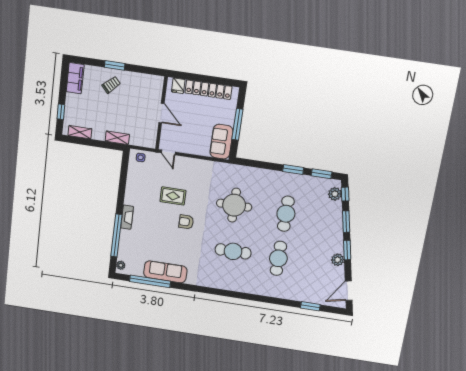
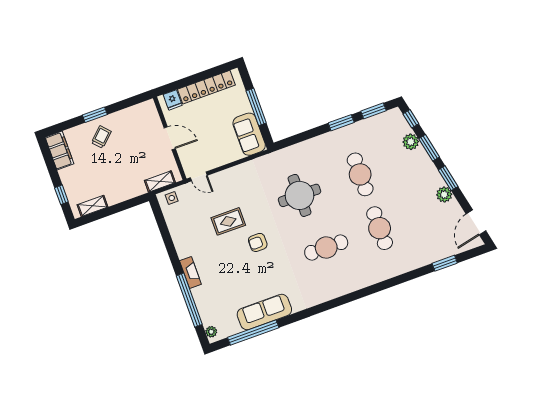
shelving: (117, 138) -> (160, 181), moved
plant: (335, 194) -> (411, 142), moved

